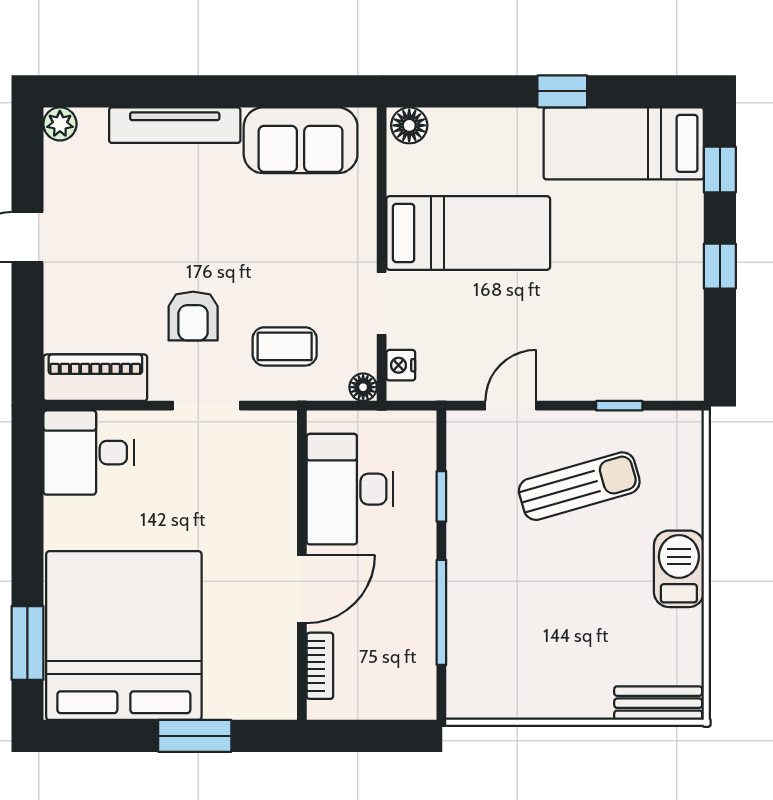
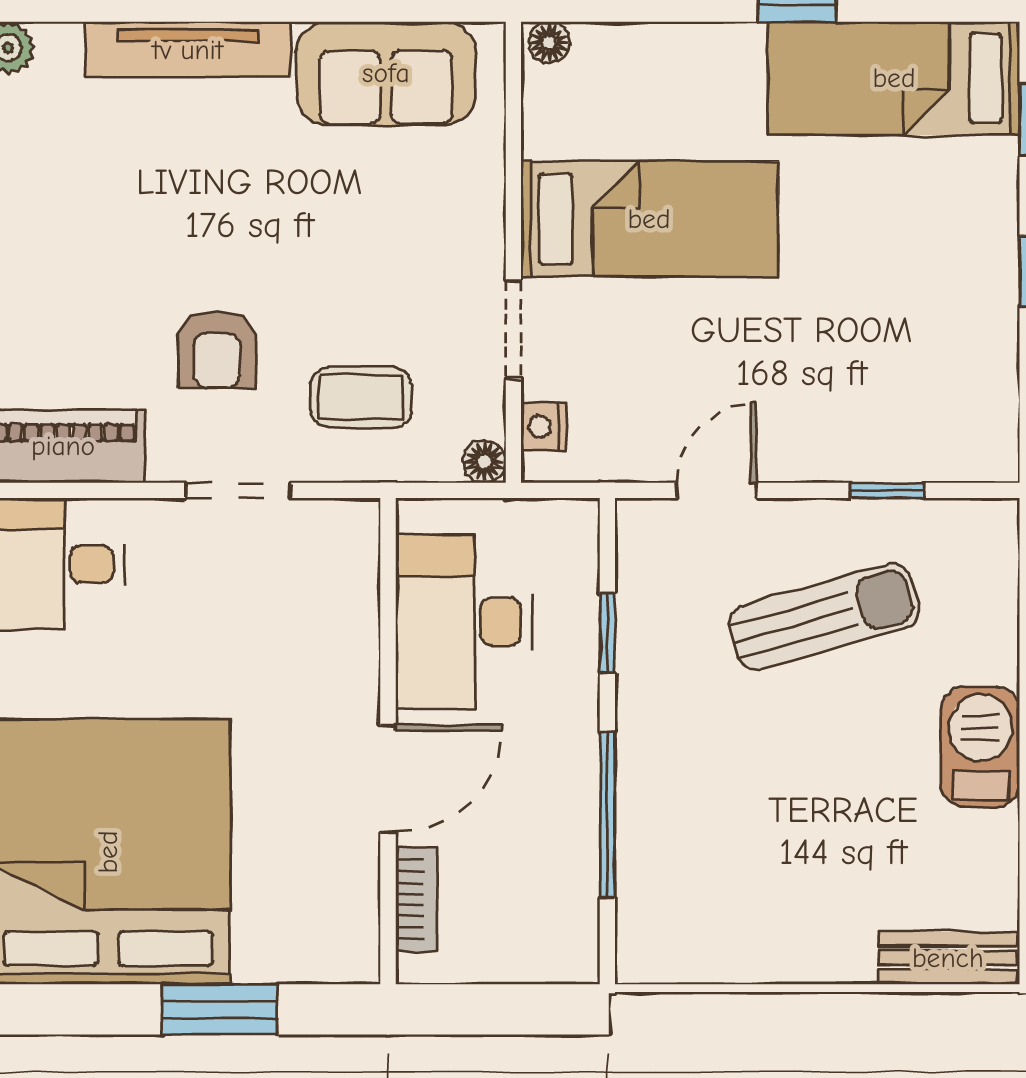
floor lamp: (409, 125) -> (549, 42), width x0.73, depth x0.73

